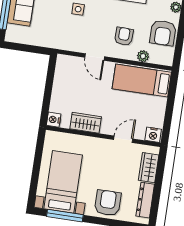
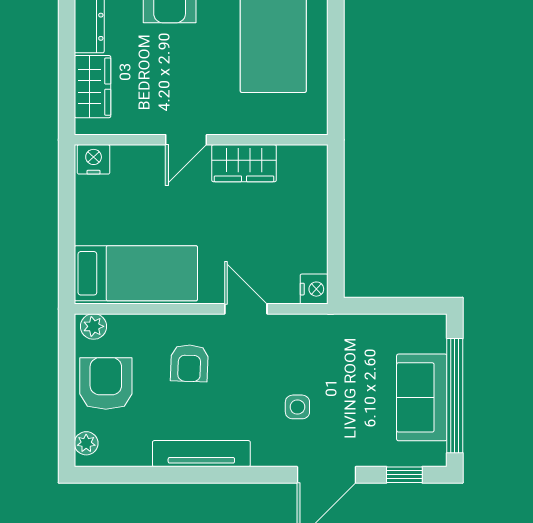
plant: (143, 56) -> (94, 326), moved
nightstand: (54, 120) -> (314, 289), moved
door: (123, 139) -> (186, 140), moved

